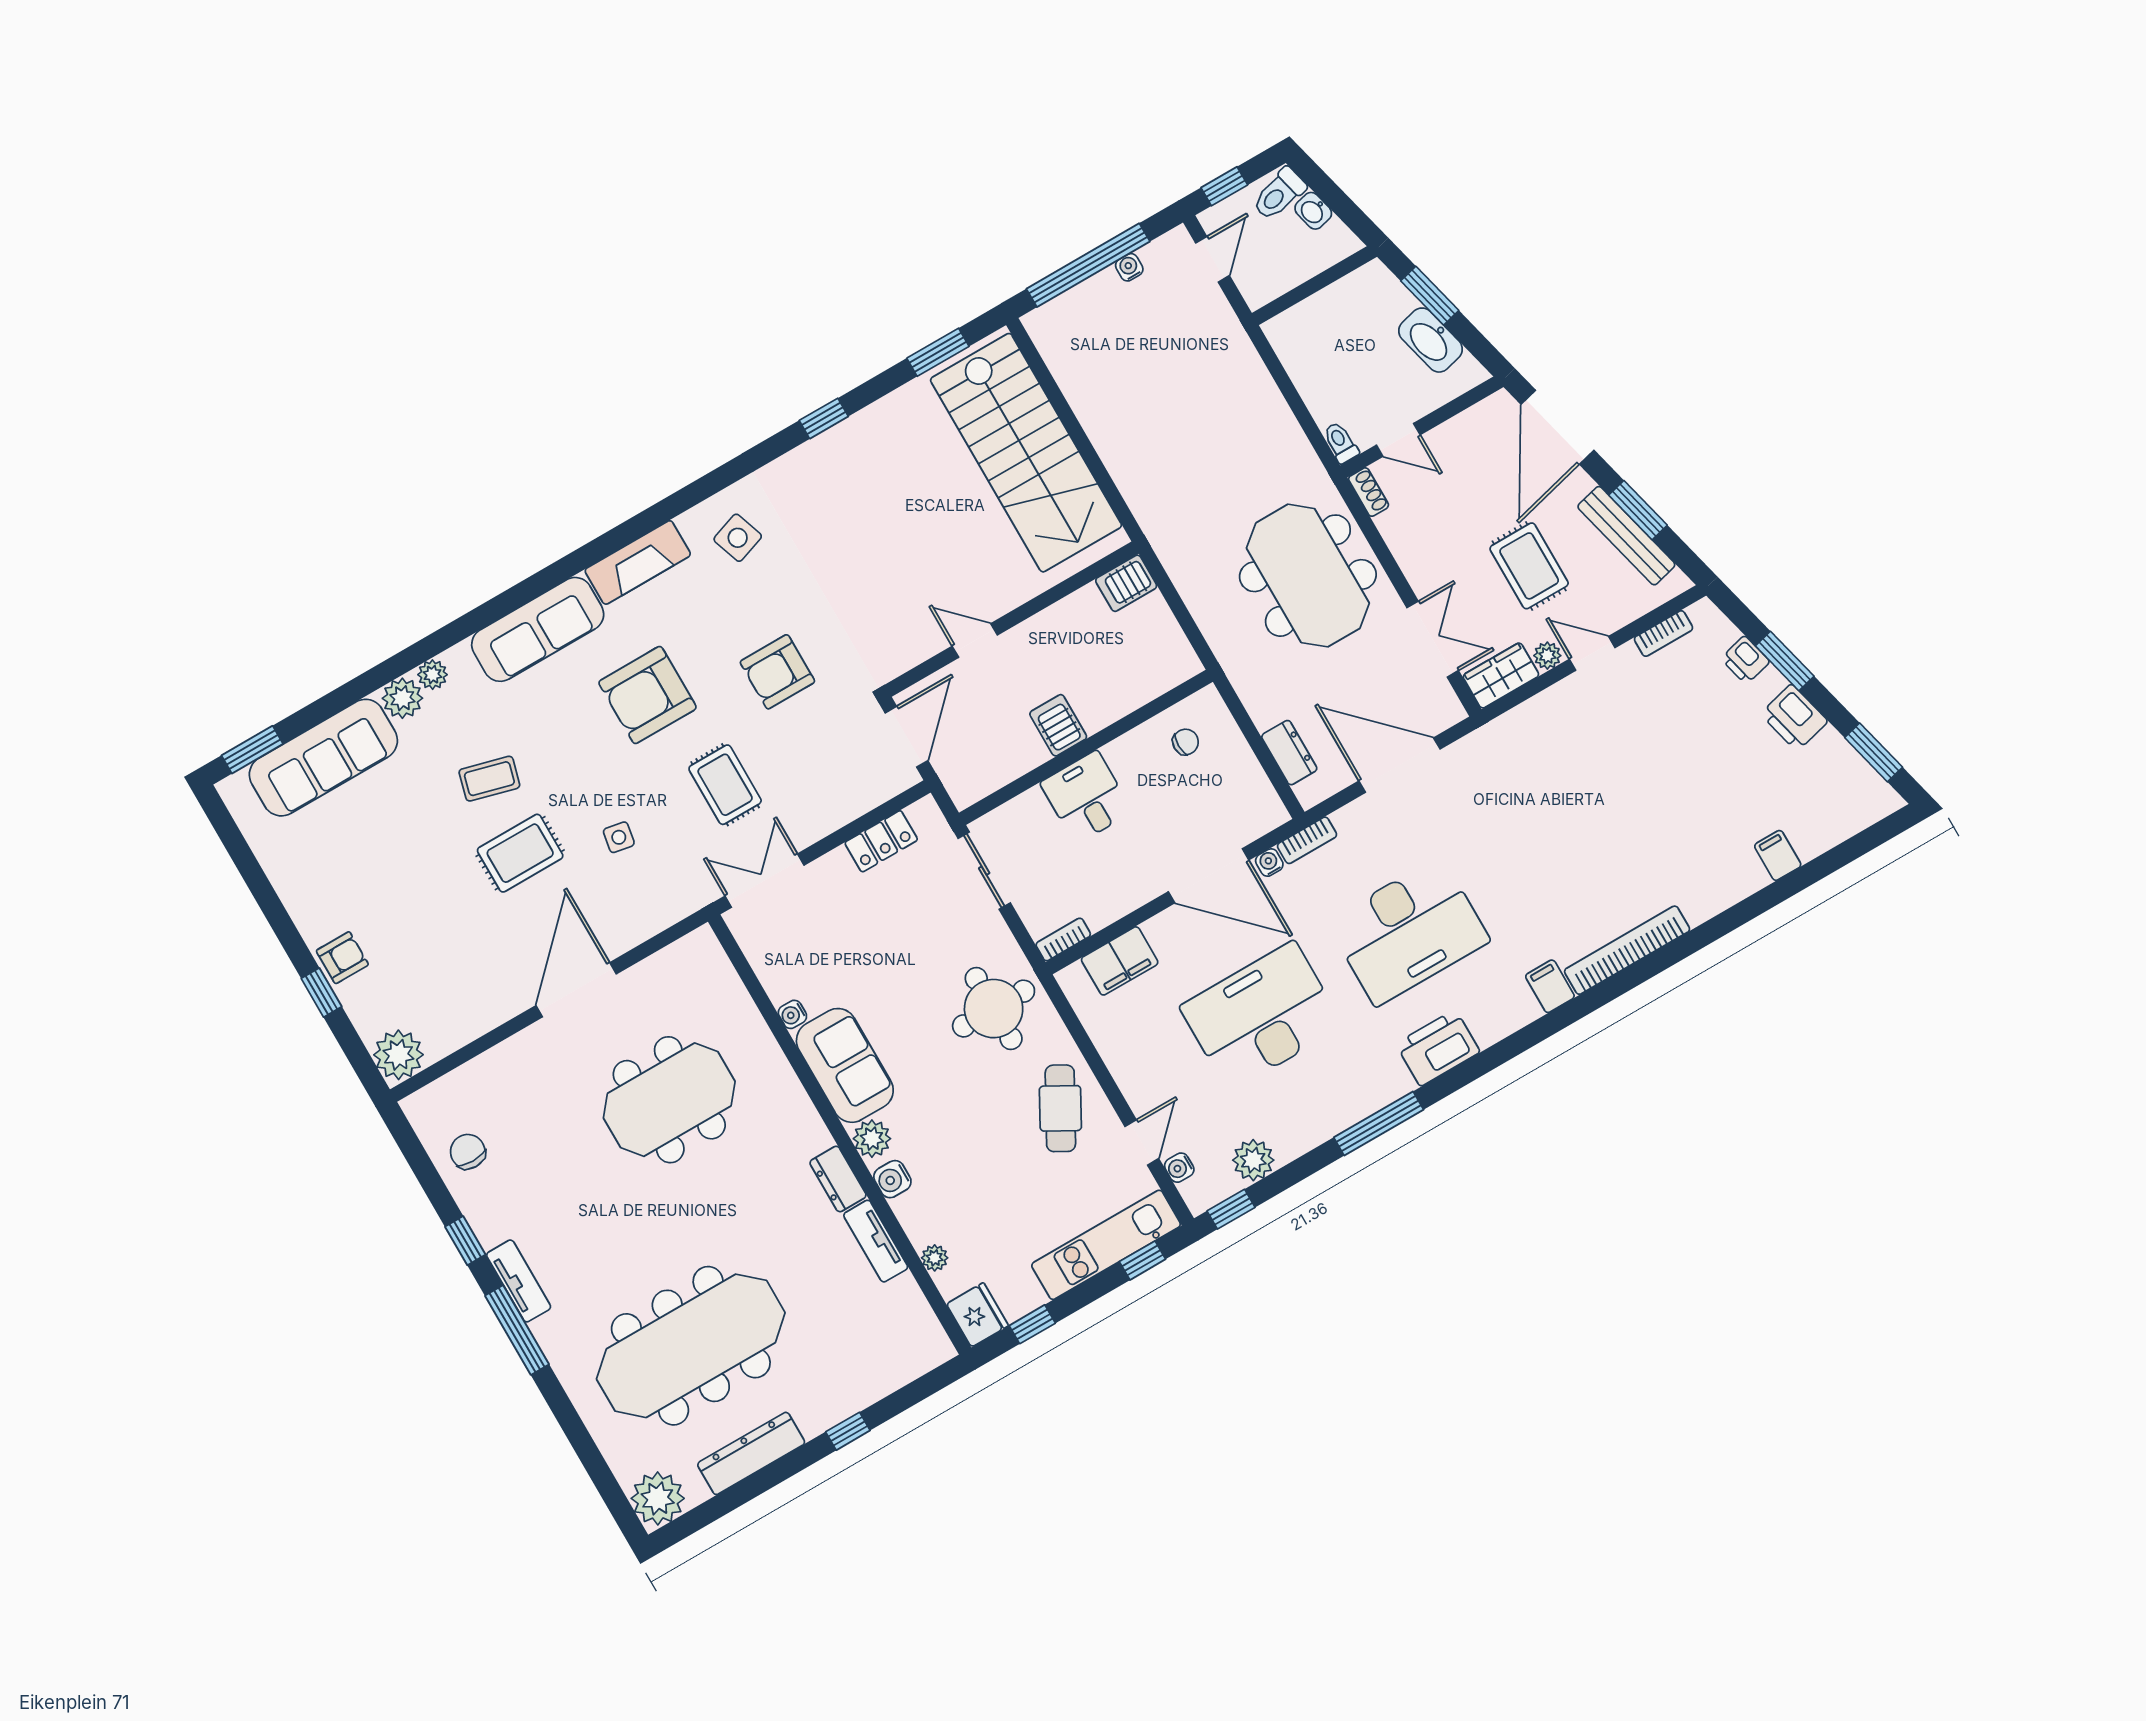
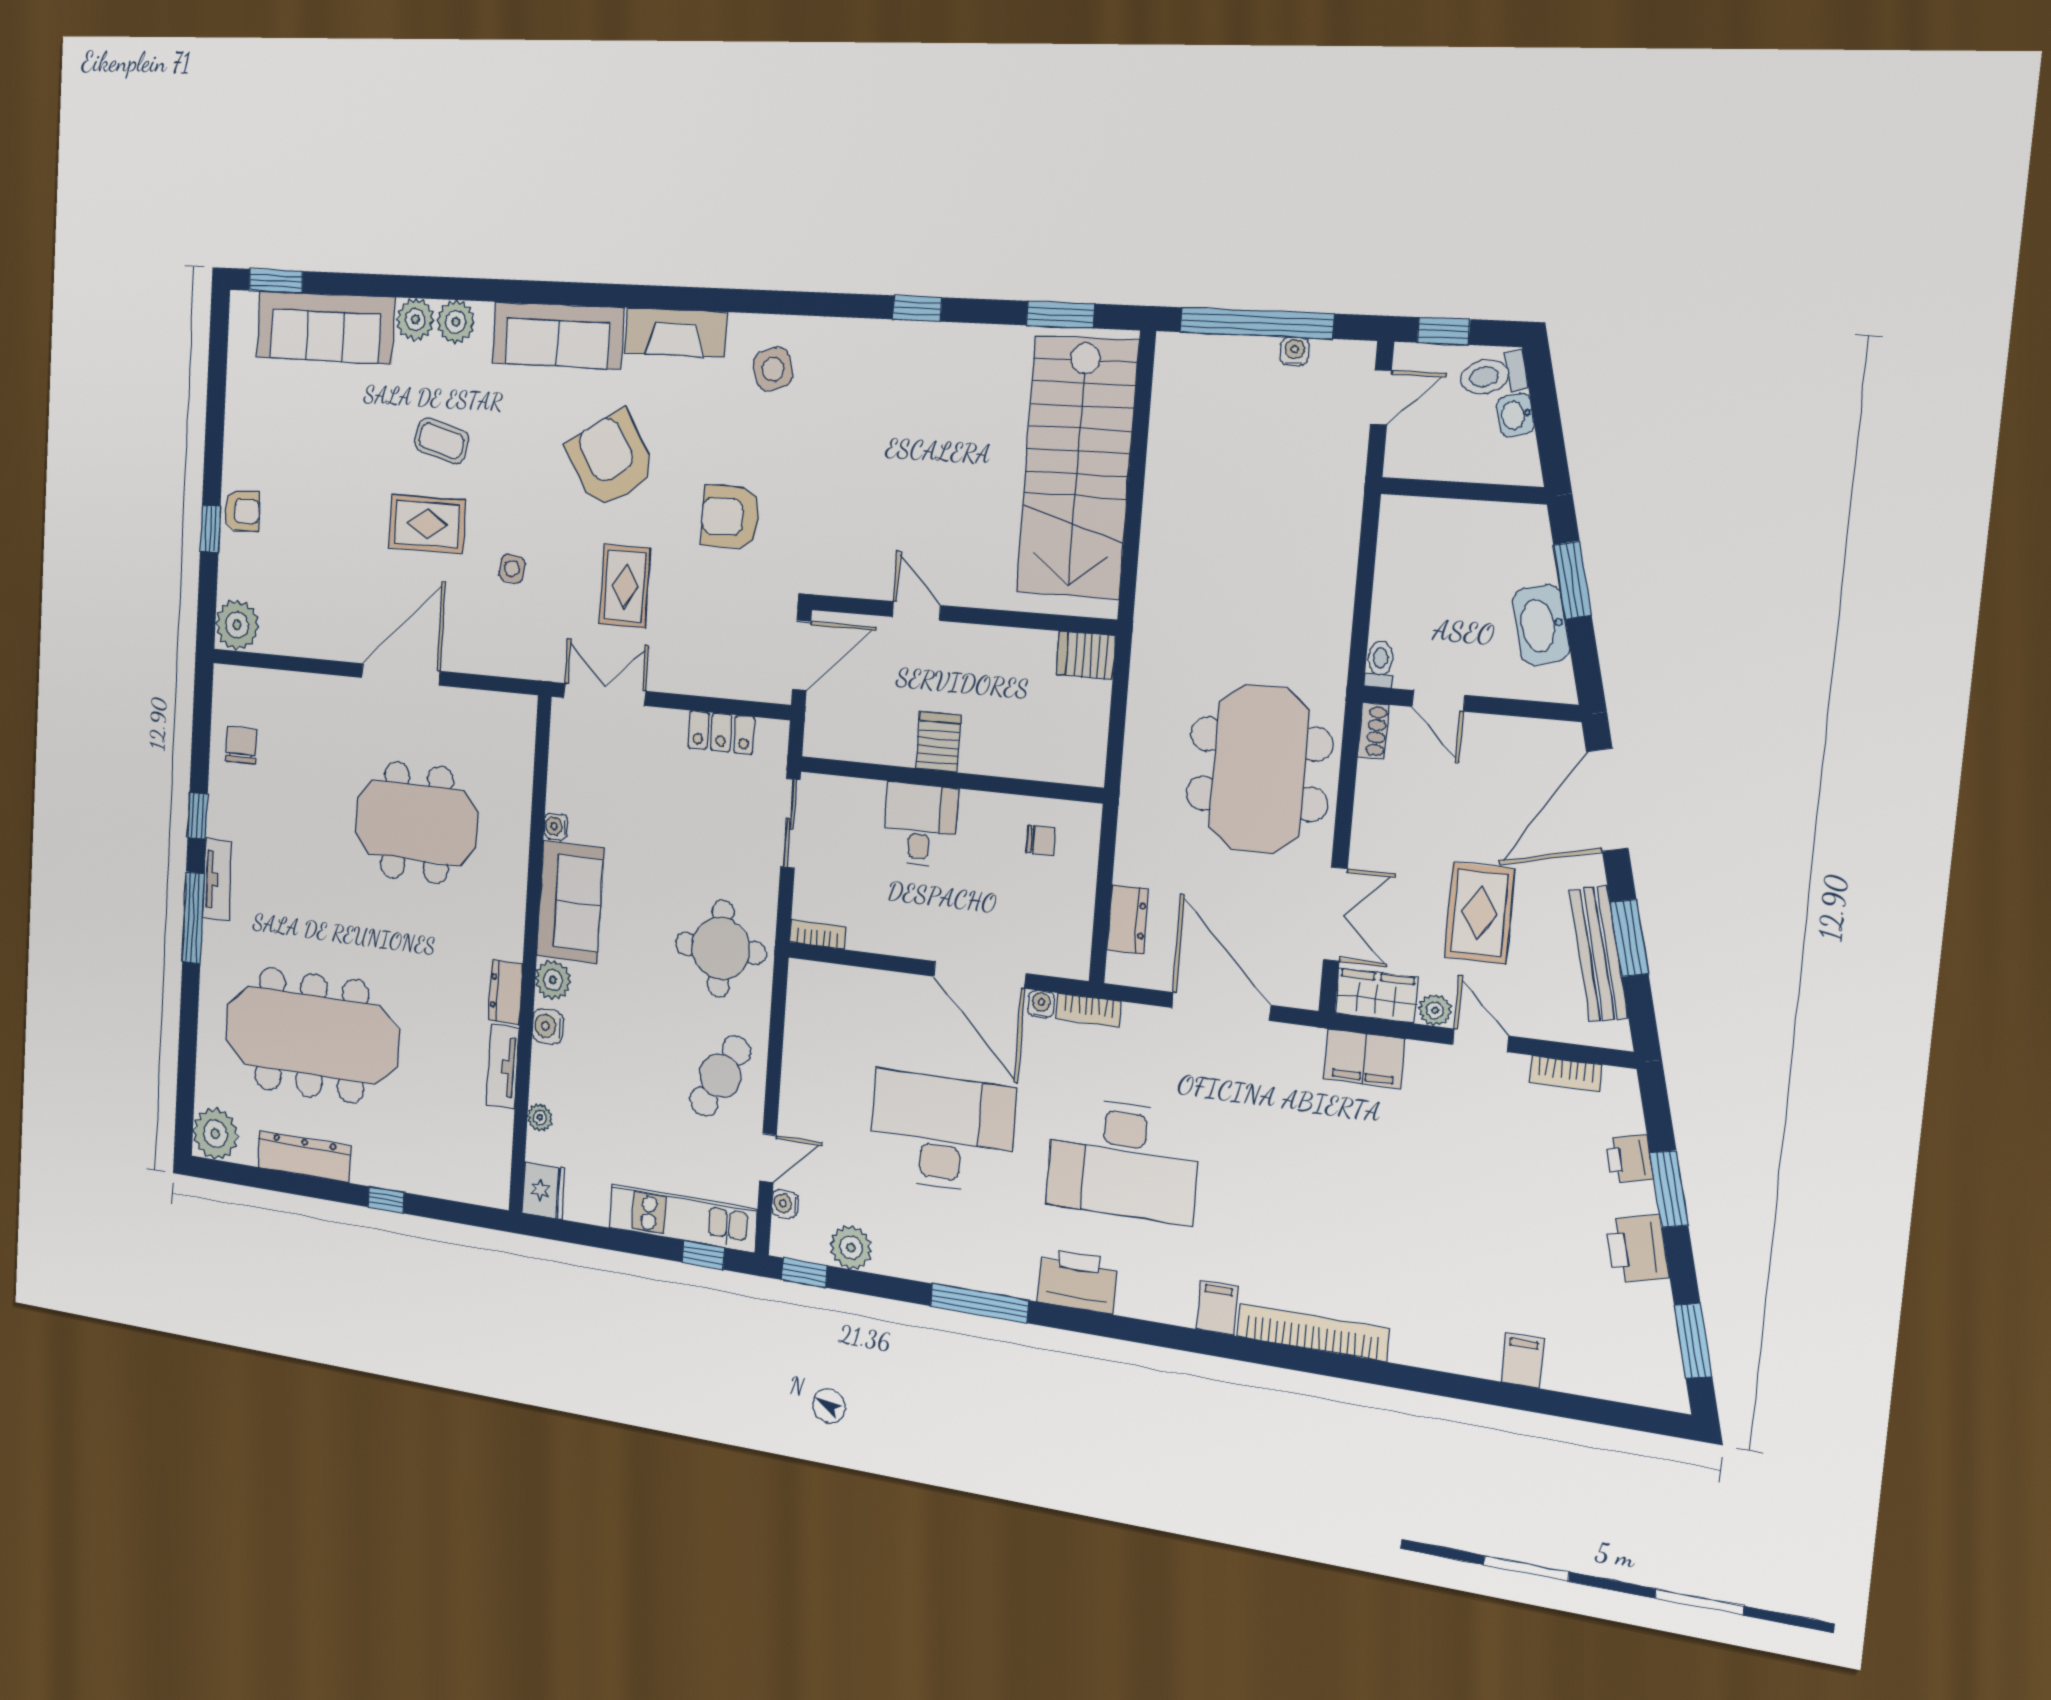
plant: (432, 675) -> (456, 322), width x1.38, depth x1.38
armchair: (648, 695) -> (611, 459), turned 58
filing cabinet: (1120, 961) -> (1364, 1059), moved
window: (1032, 1324) -> (581, 1234), removed

